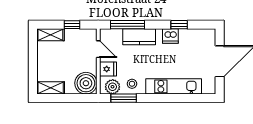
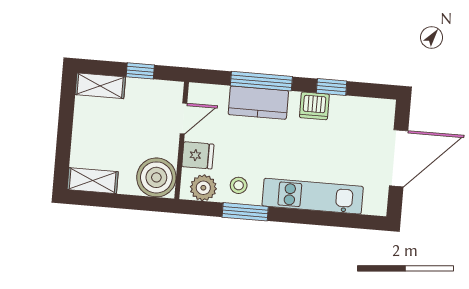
window: (127, 25) -> (261, 81), moved
door: (98, 49) -> (183, 118), hinge flipped
window: (124, 98) -> (245, 212), moved

